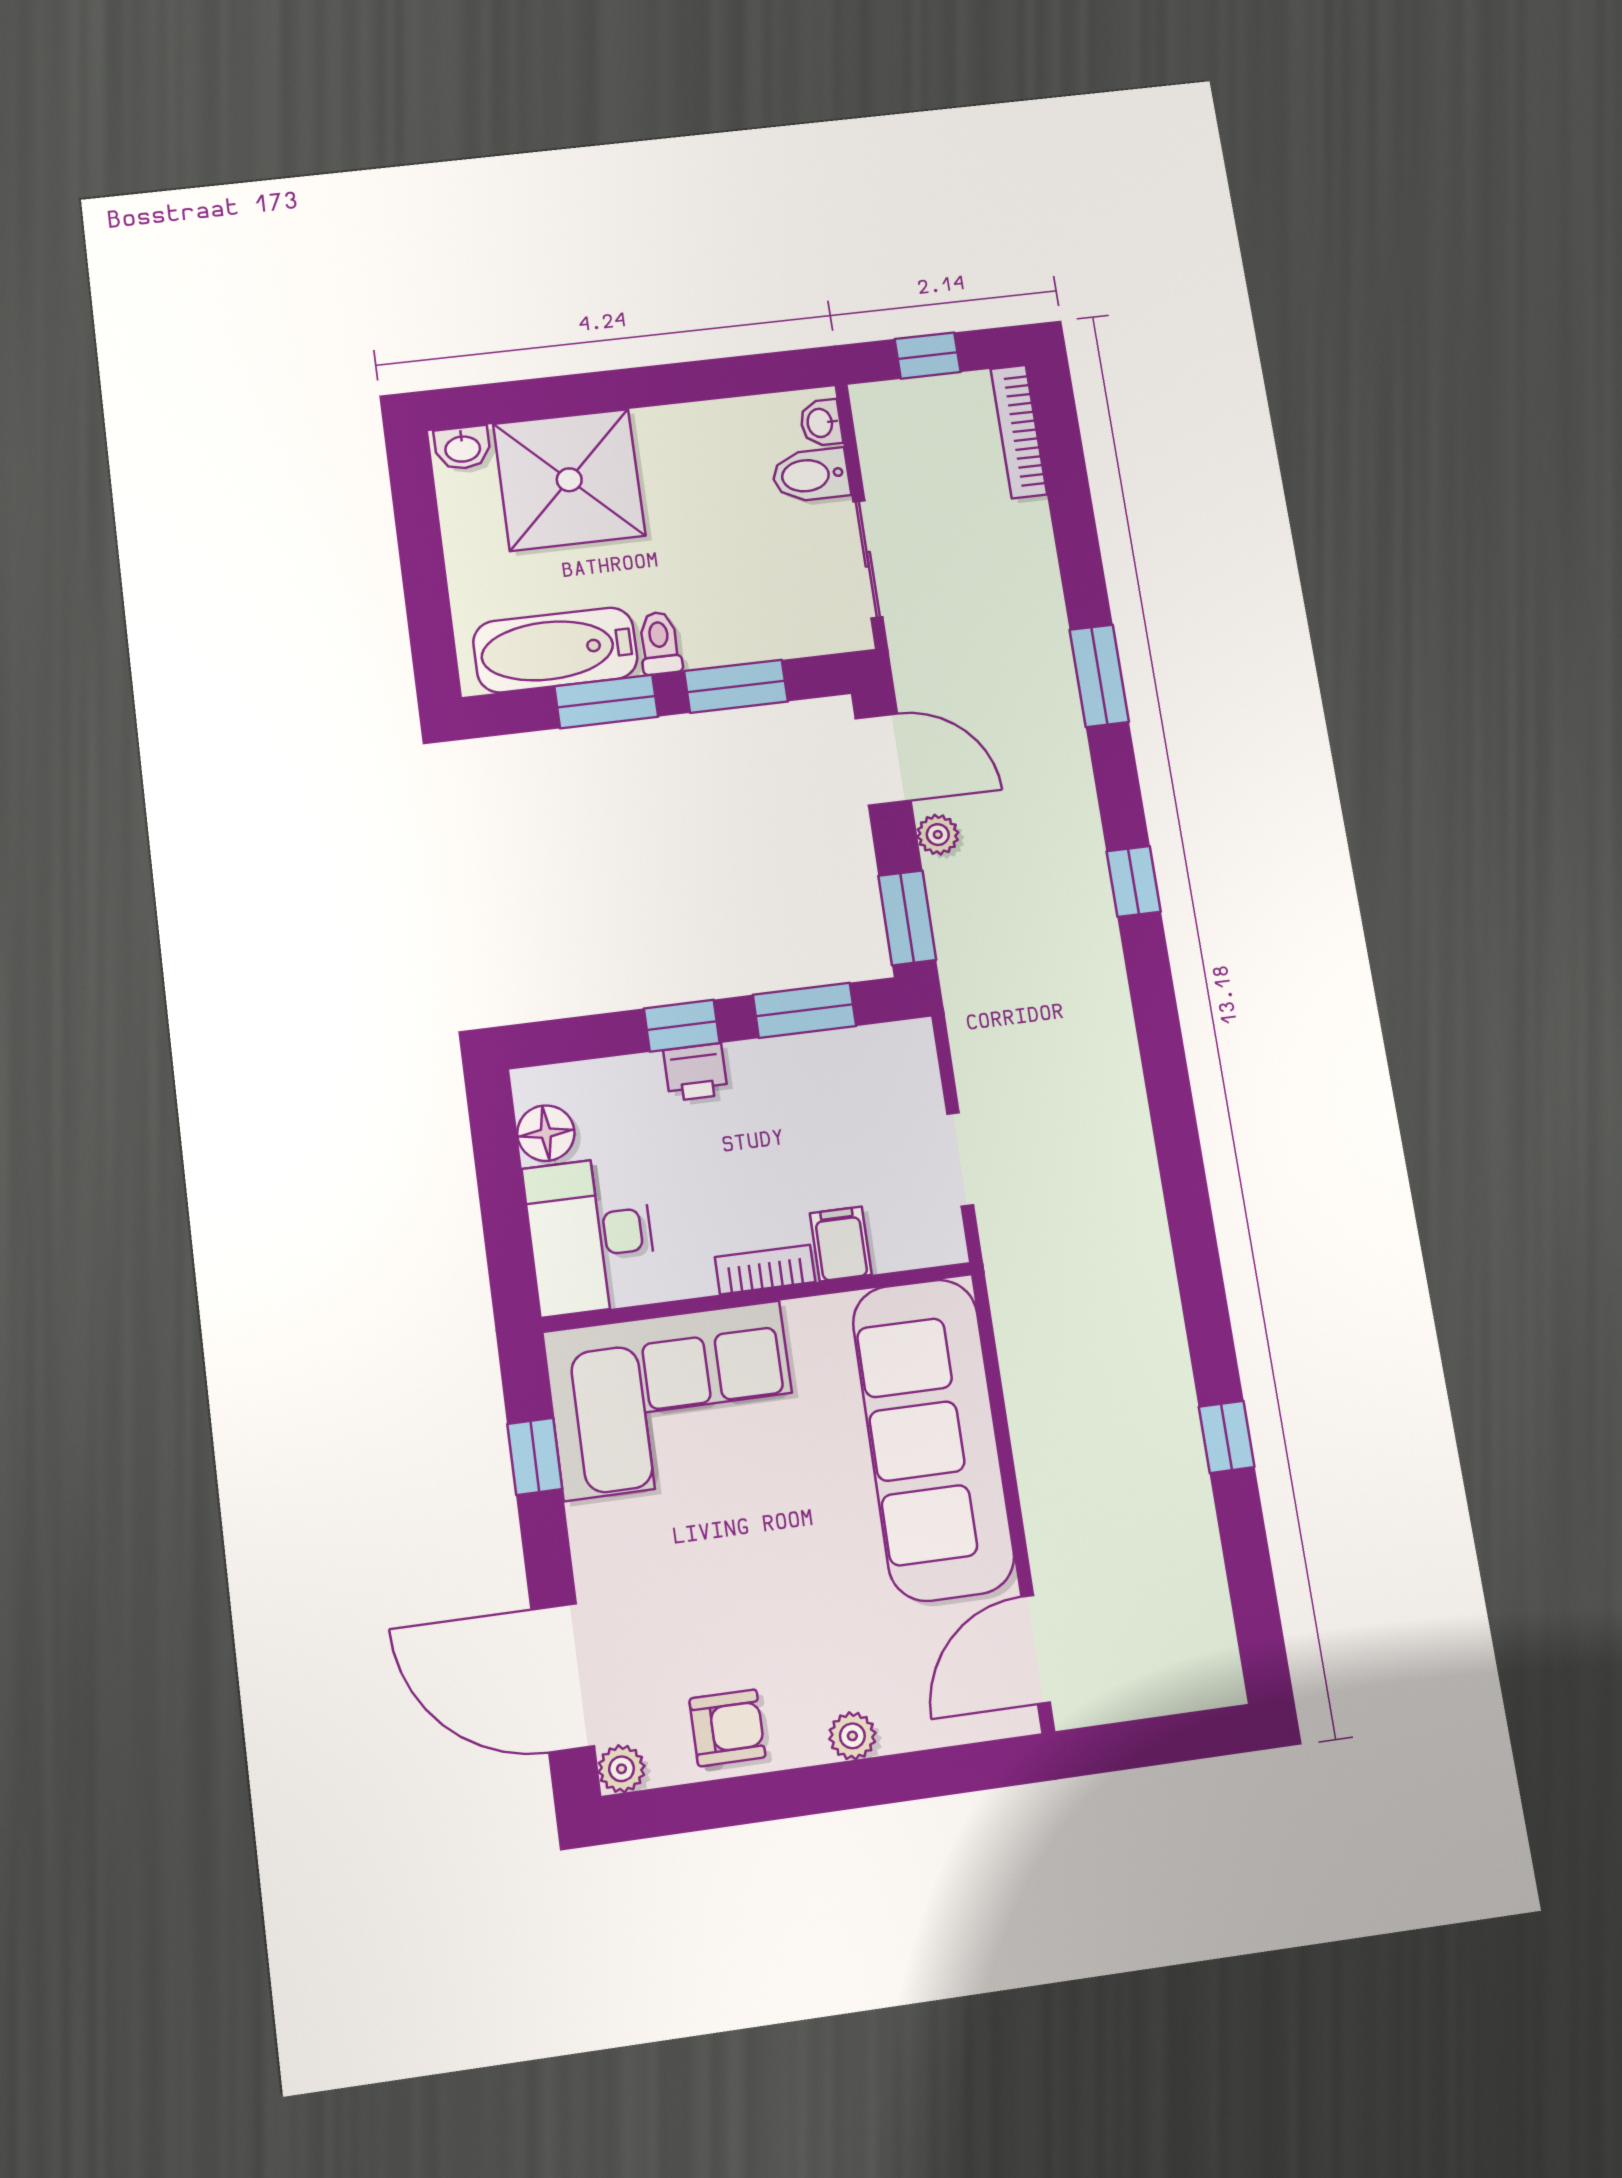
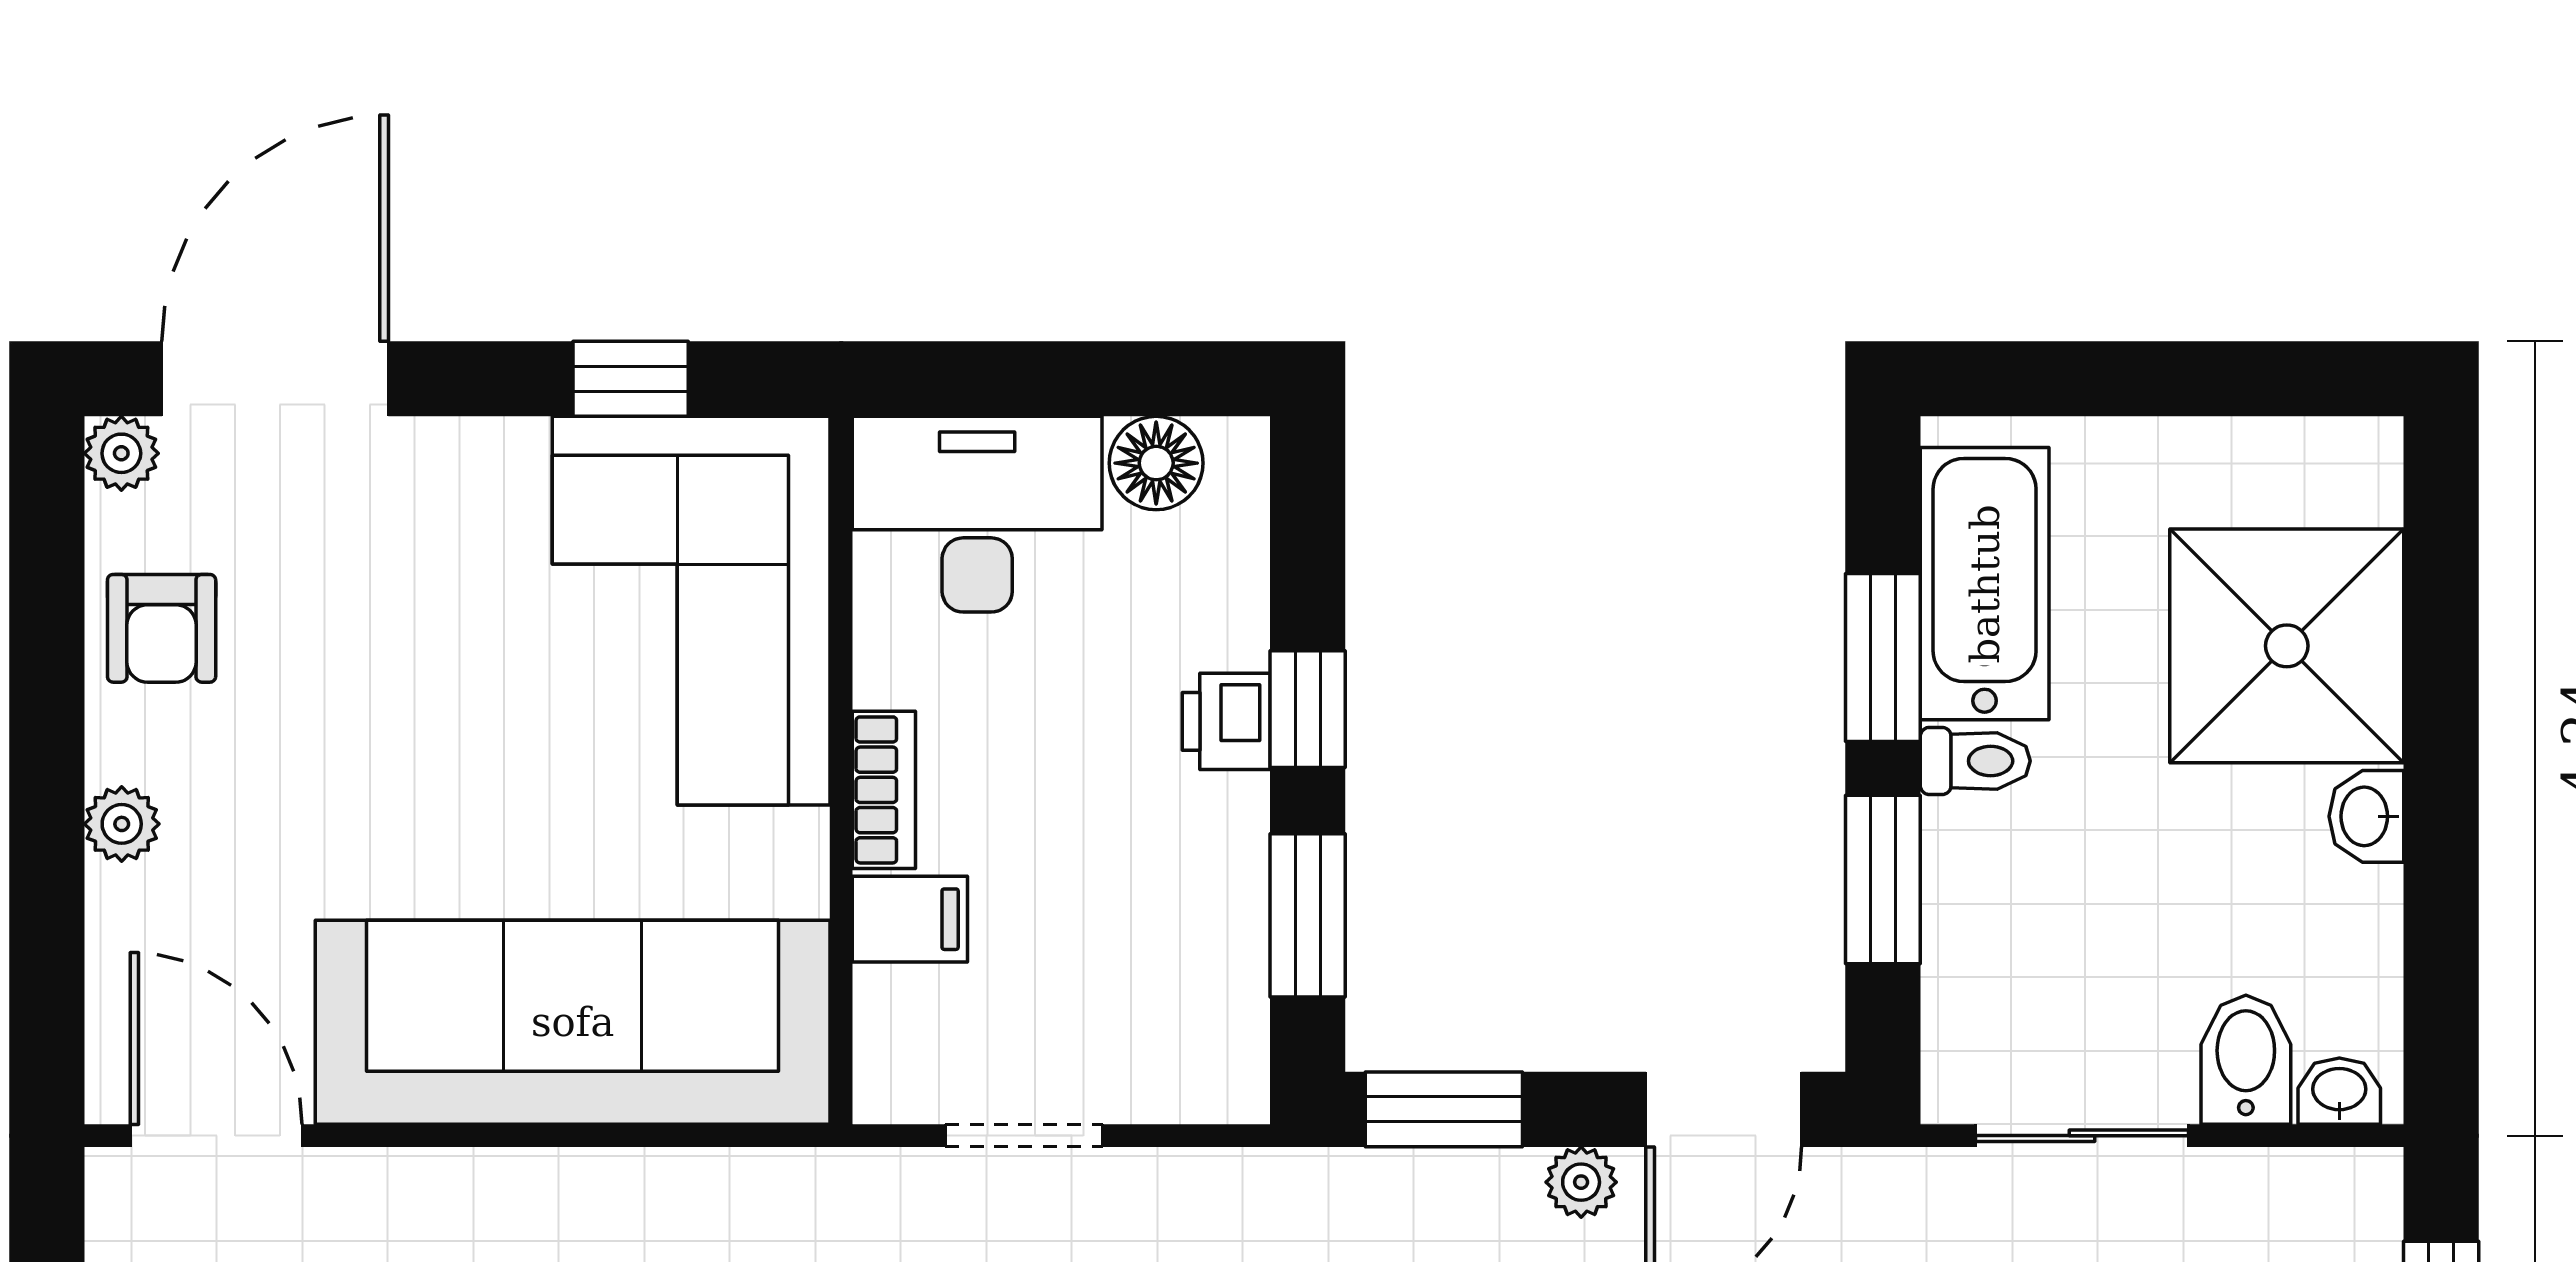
washbasin: (463, 448) -> (2366, 816), moved

